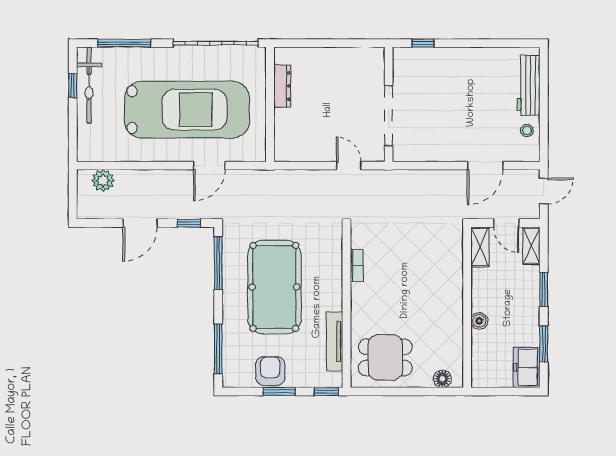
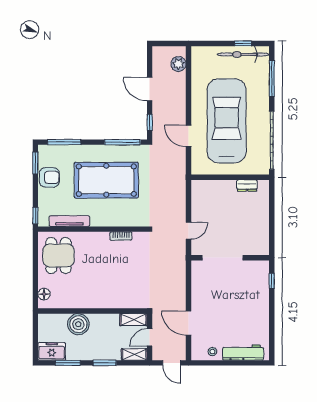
dresser: (282, 86) -> (247, 186), width x0.70
car: (187, 110) -> (227, 121), turned 180
boiler: (479, 321) -> (78, 324), width x1.86, depth x1.86
window: (279, 392) -> (35, 163), moved

